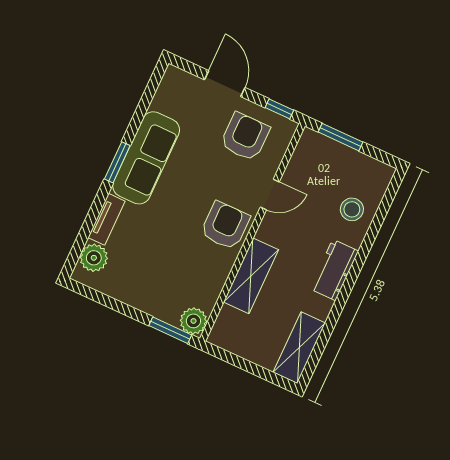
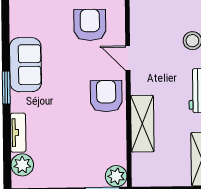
sofa: (146, 158) -> (25, 65), width x0.73
door: (270, 194) -> (128, 58), swing flipped

